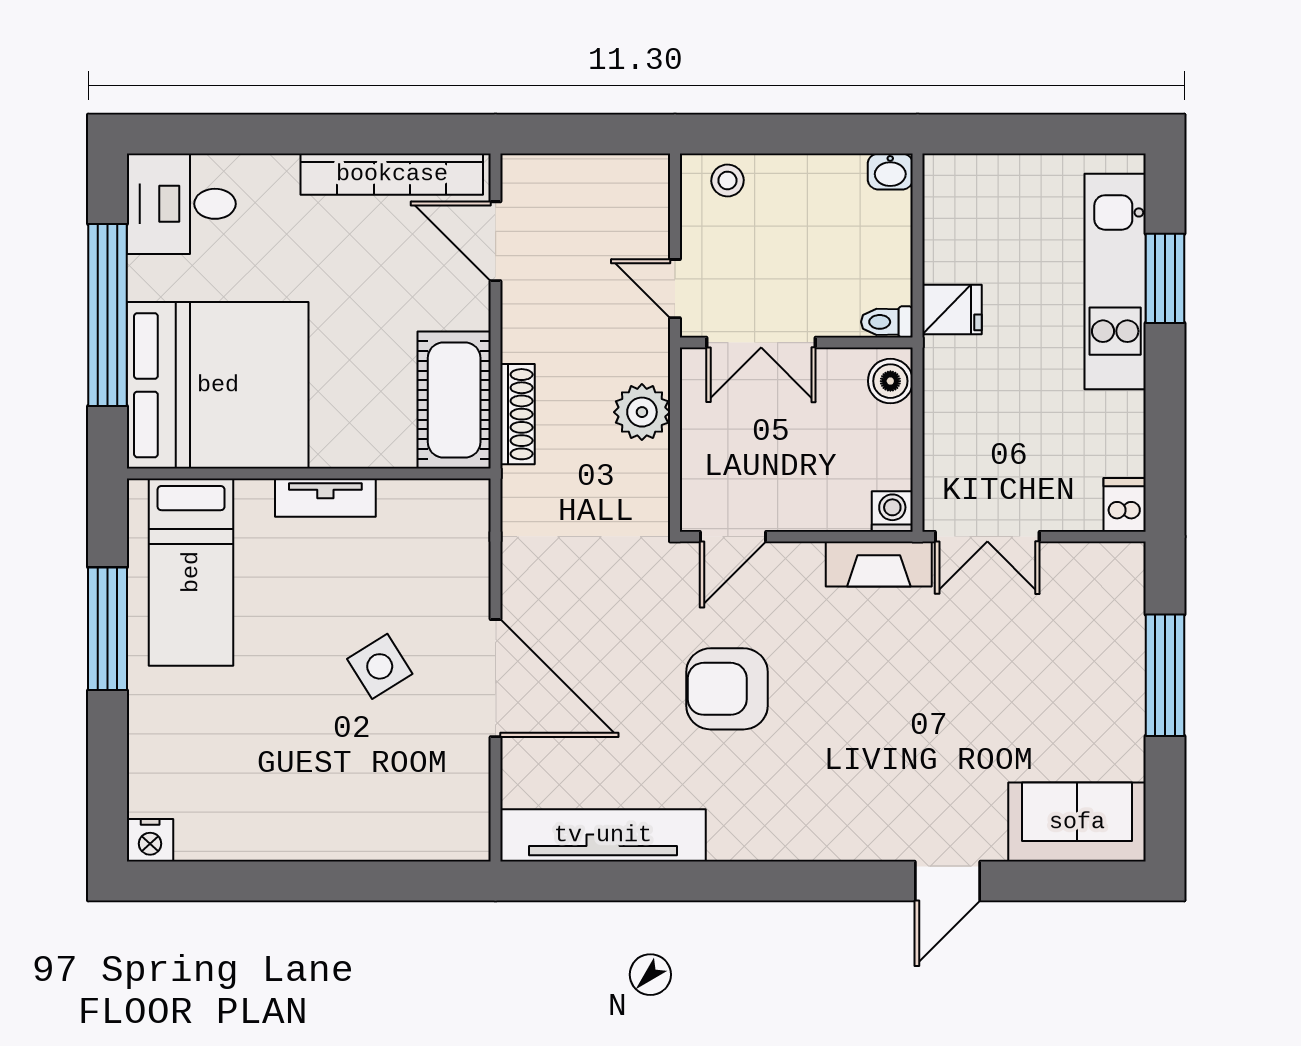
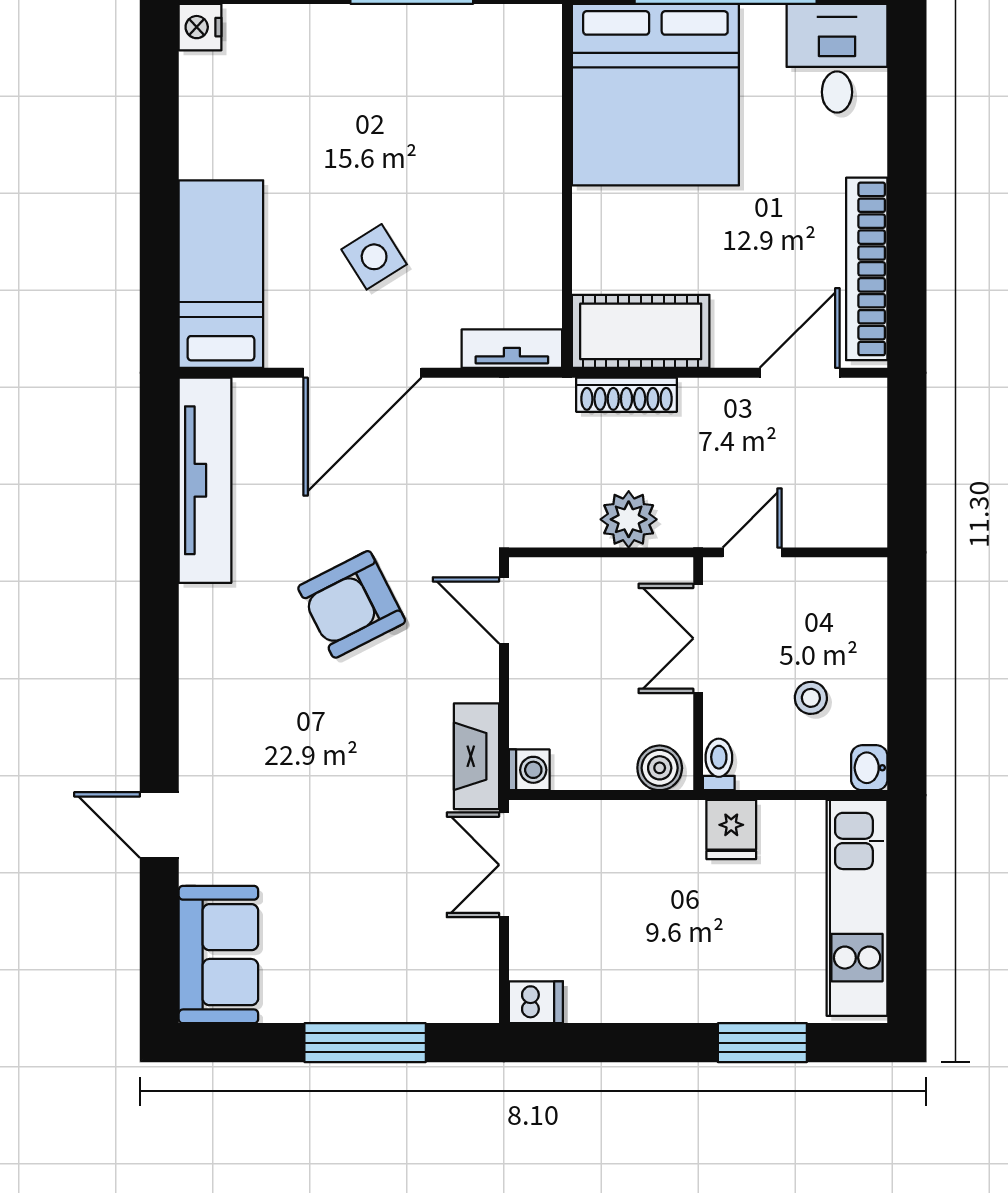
stool: (727, 180) -> (811, 698), moved
kitchen unit: (1115, 282) -> (857, 908), moved, turned -90
tv unit: (325, 498) -> (512, 349), moved, turned 90
bed: (191, 572) -> (221, 274), moved, turned 90
armchair: (727, 689) -> (352, 604), turned -117

